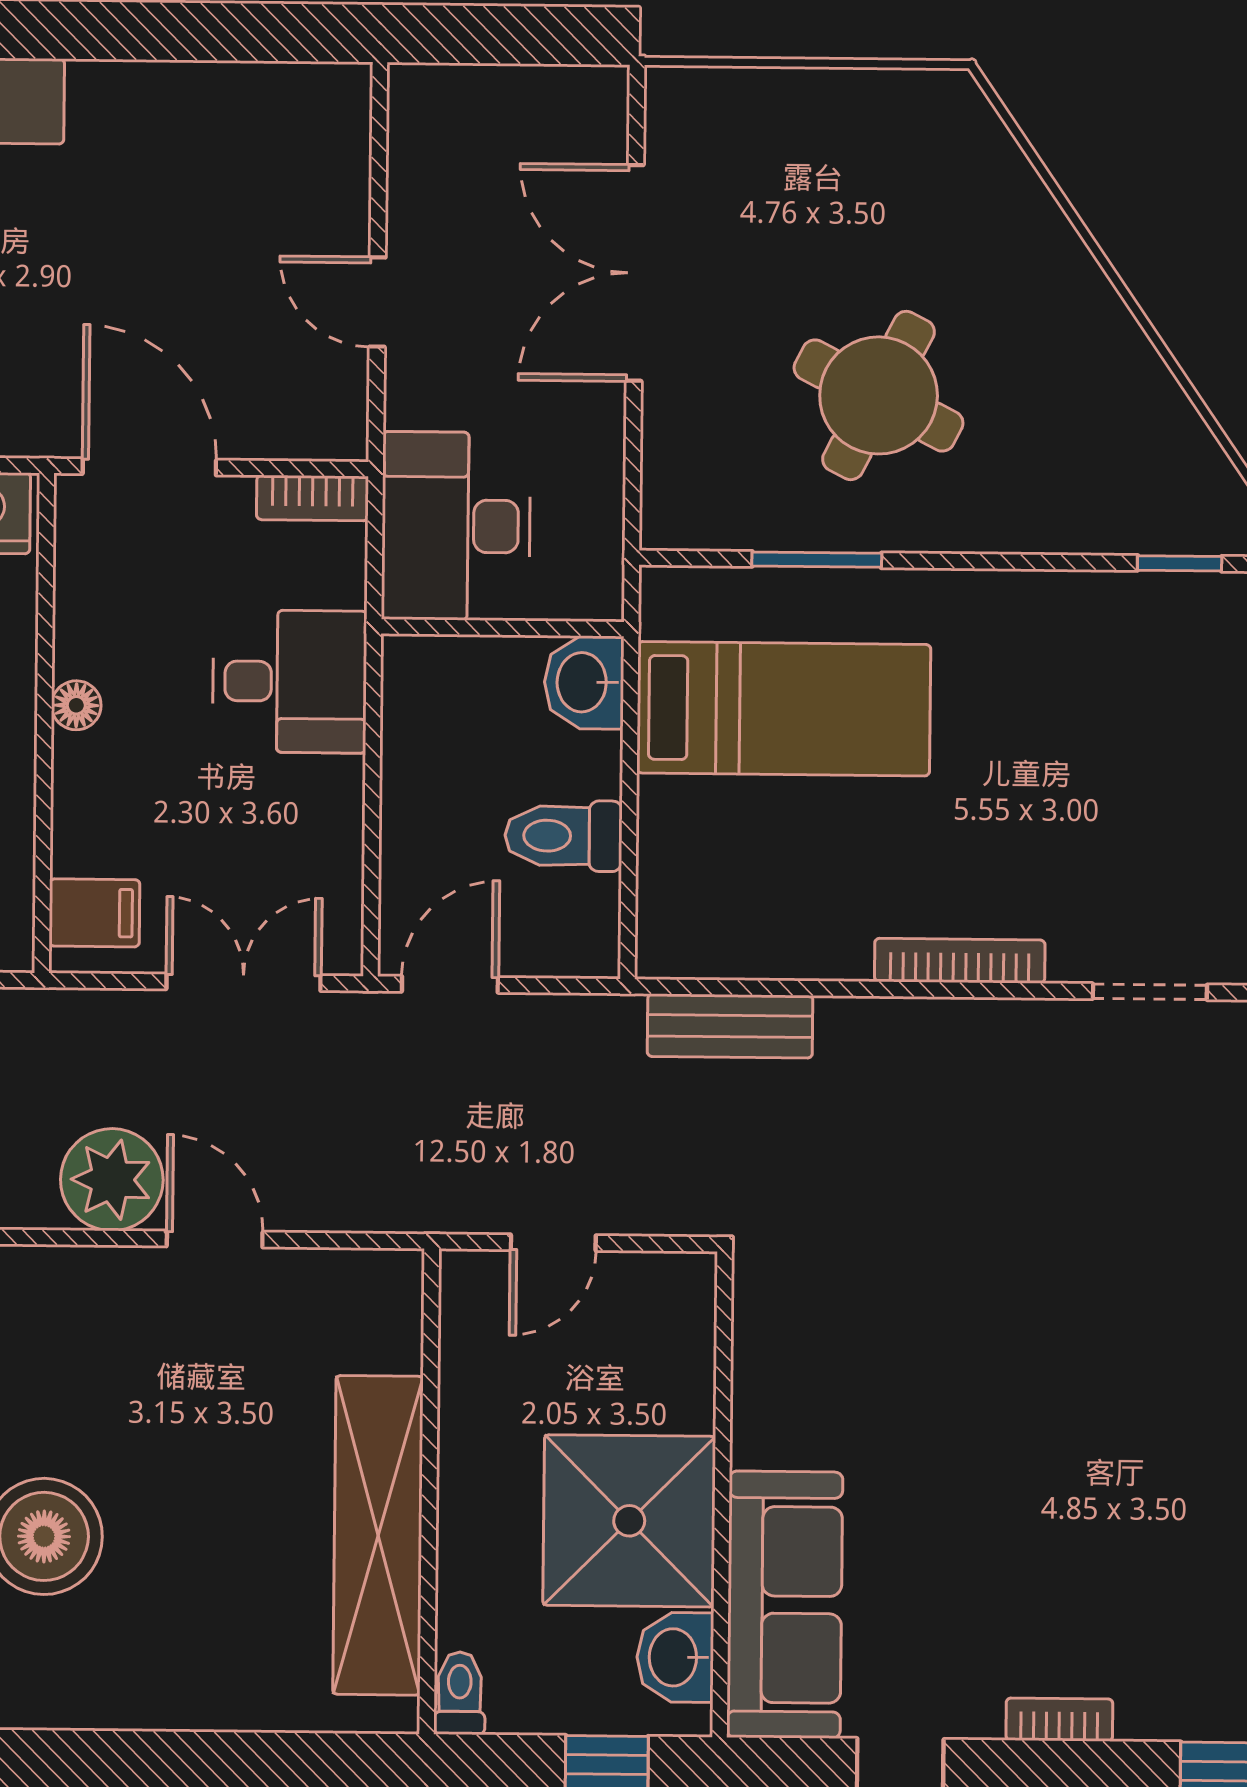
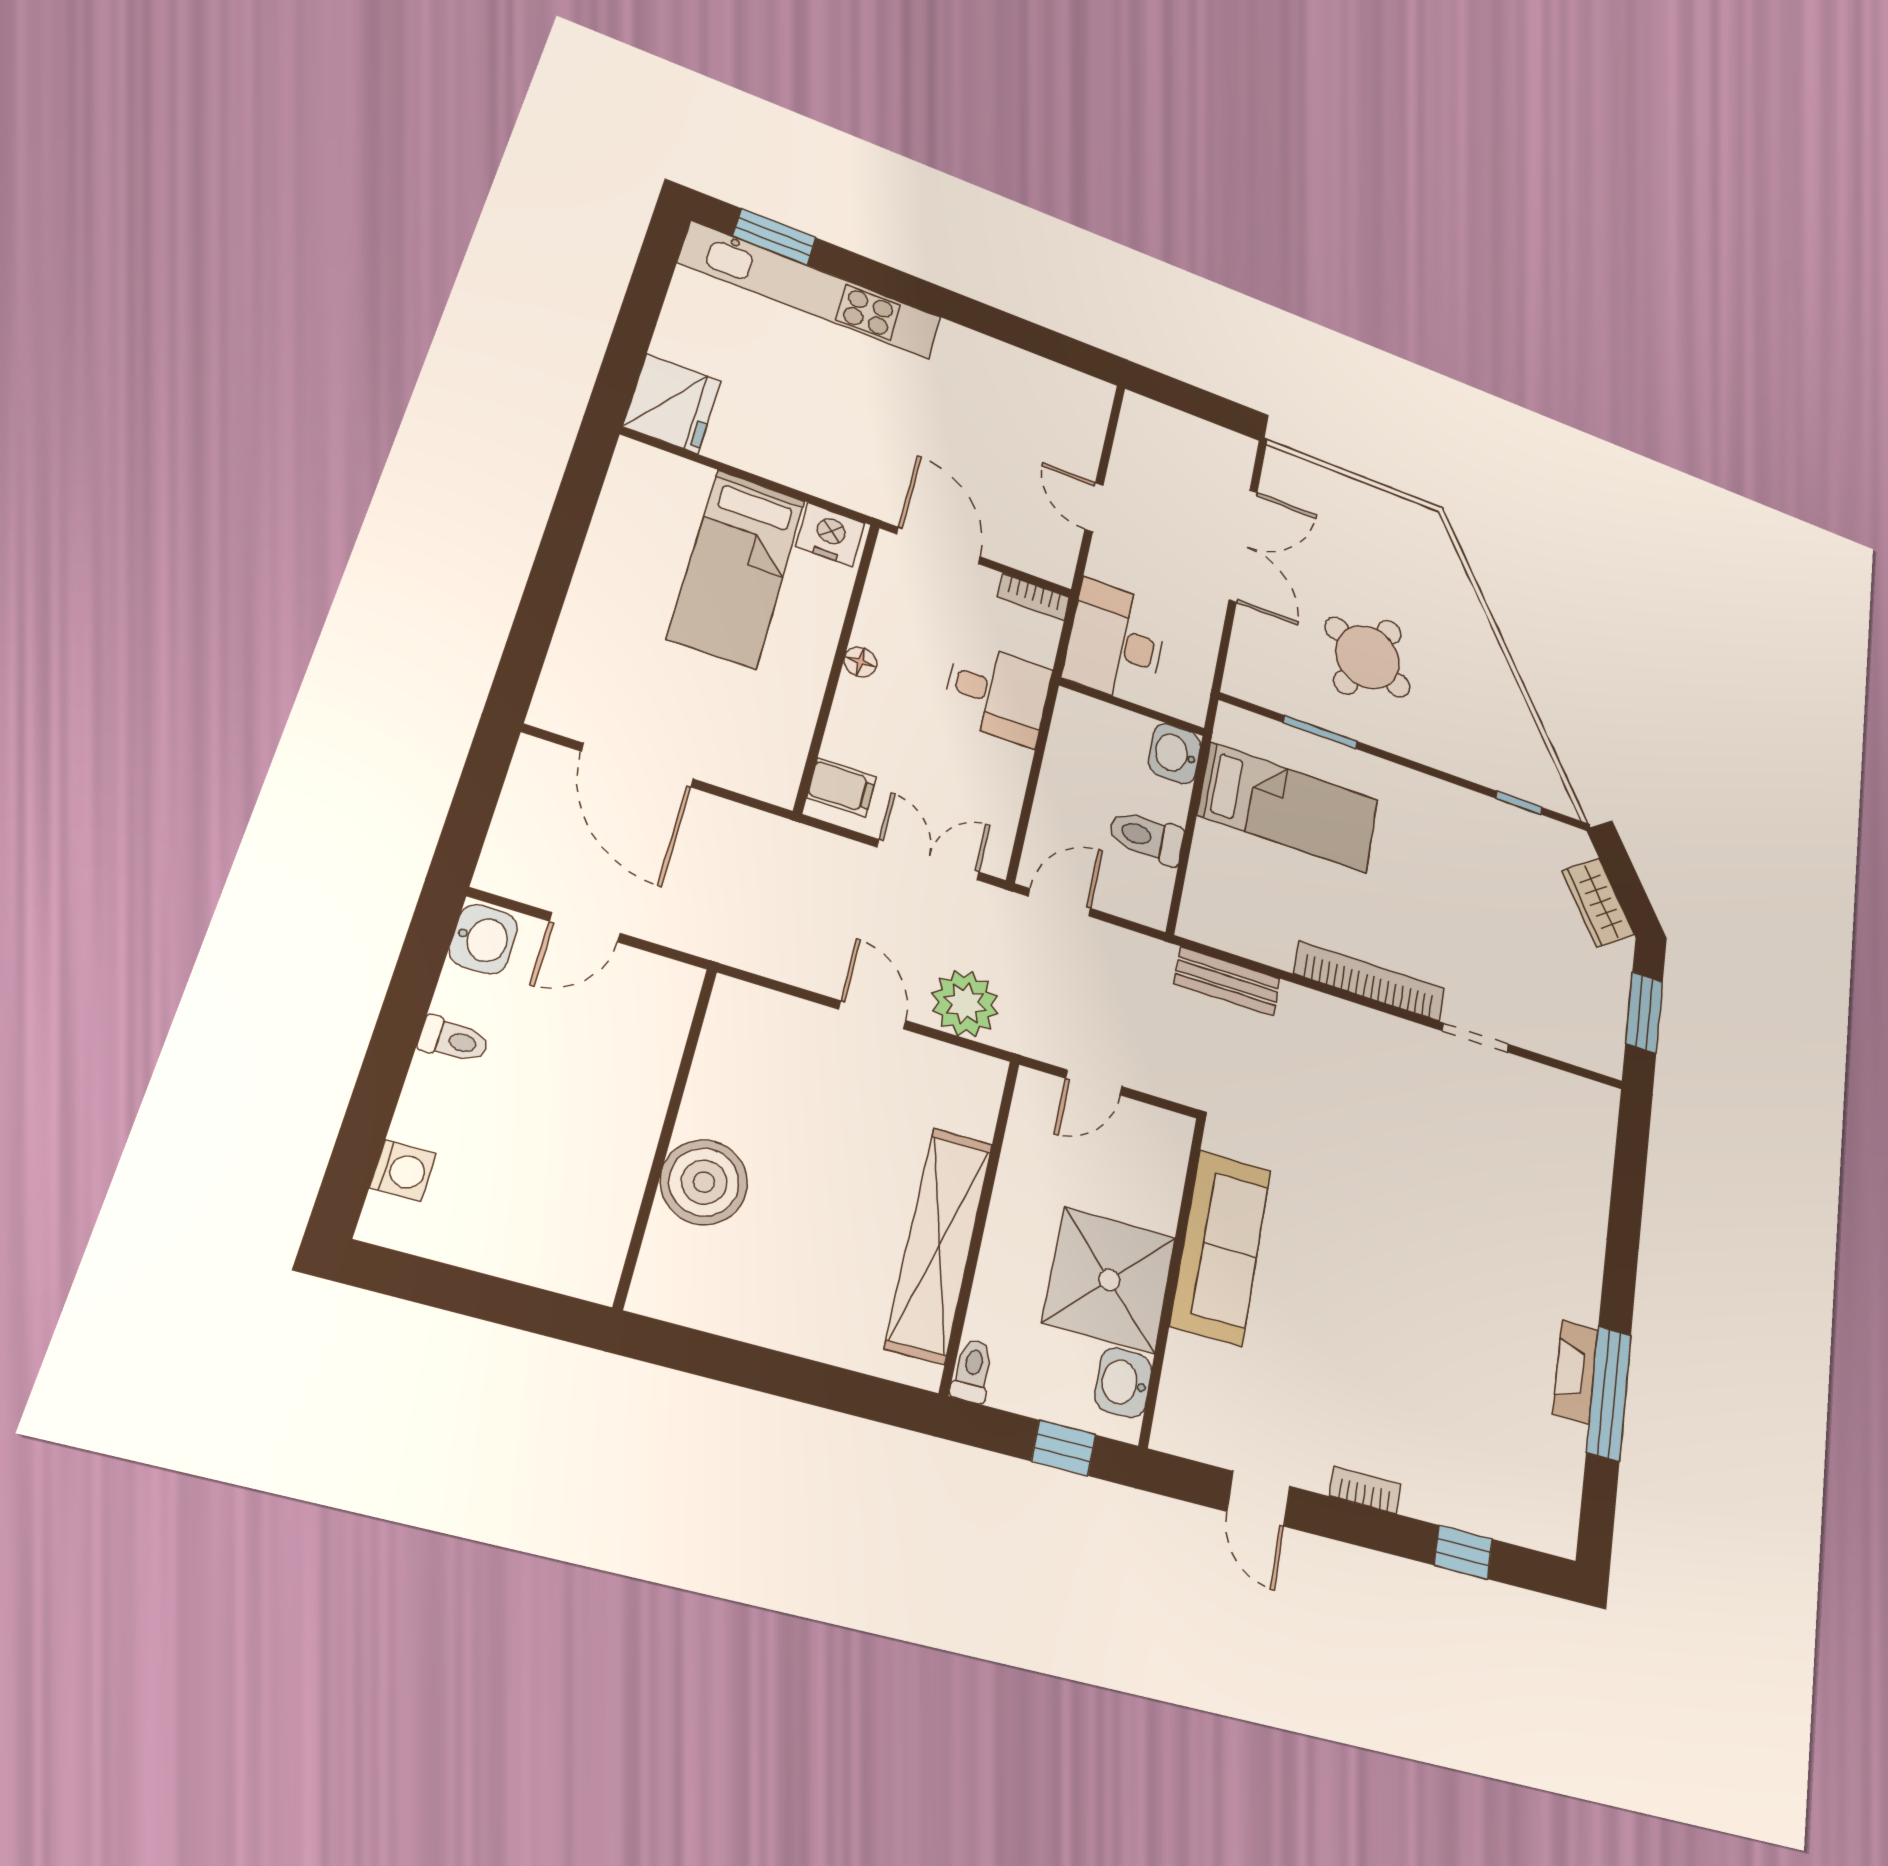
double door: (635, 273) -> (1243, 546), swing flipped
bookcase: (960, 961) -> (1369, 981), width x1.48, depth x1.31
plant: (112, 1180) -> (965, 1003), moved
sofa: (785, 1605) -> (1221, 1247), moved

